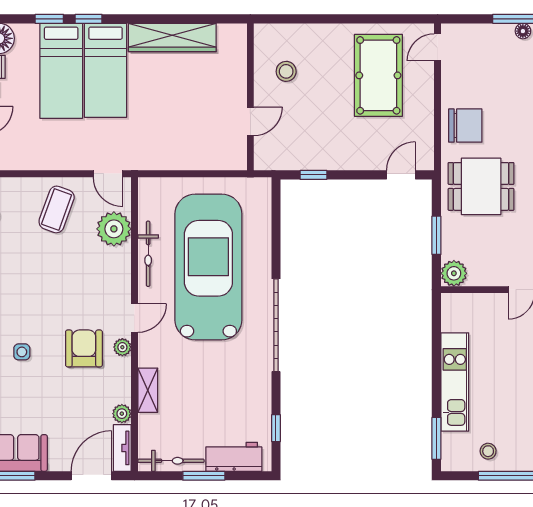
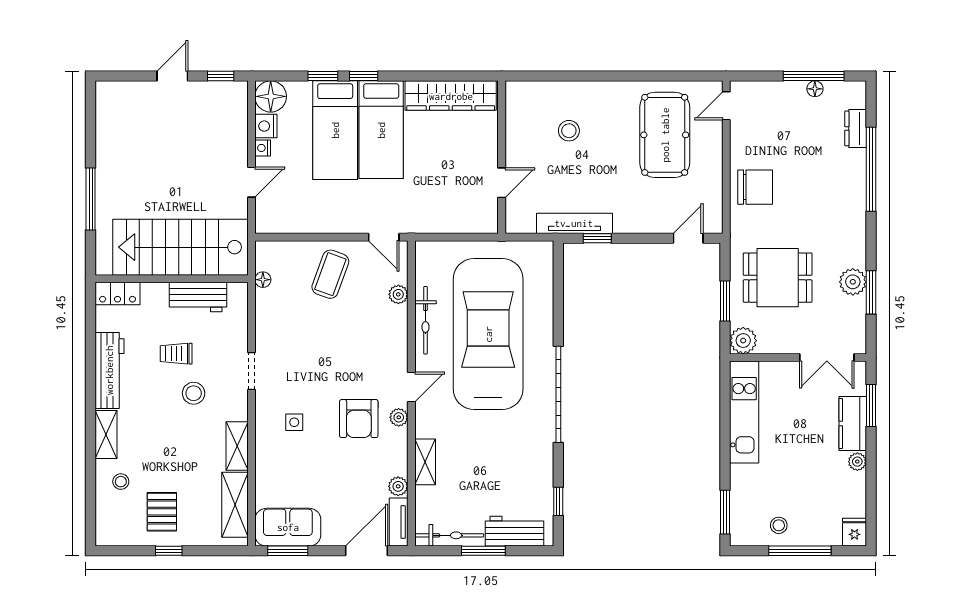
wall: (250, 97) -> (502, 157), moved
door: (250, 121) -> (502, 183), moved
tv unit: (292, 160) -> (574, 223), added
dining table: (481, 186) -> (778, 278), moved
plant: (114, 229) -> (398, 294), width x0.53, depth x0.53
armchair: (84, 348) -> (359, 419), turned 180
kitchen unit: (455, 382) -> (744, 412), moved

